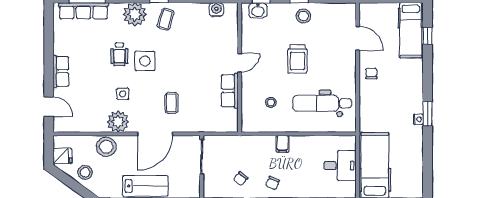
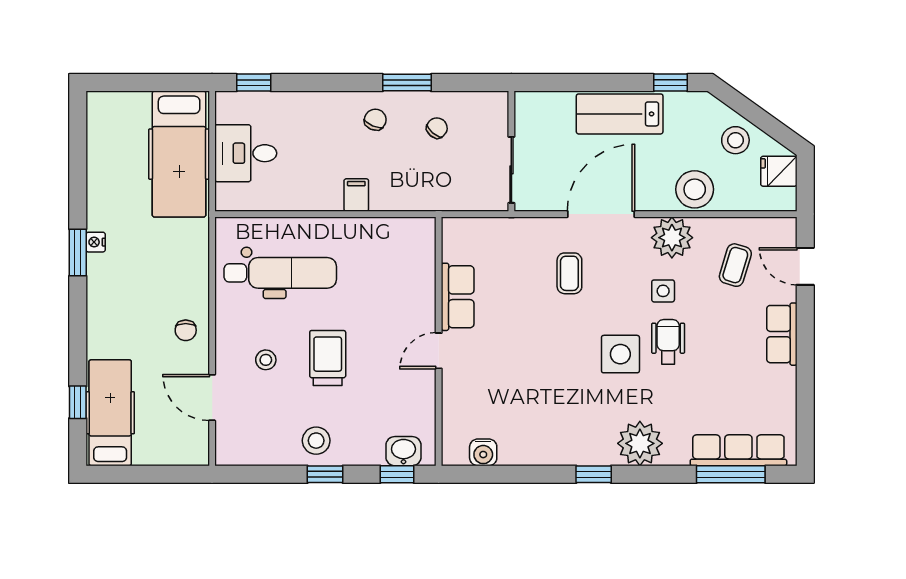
coffee table: (166, 19) -> (735, 265), moved
wheelchair: (119, 54) -> (668, 342), moved
stool: (271, 102) -> (266, 360), moved

